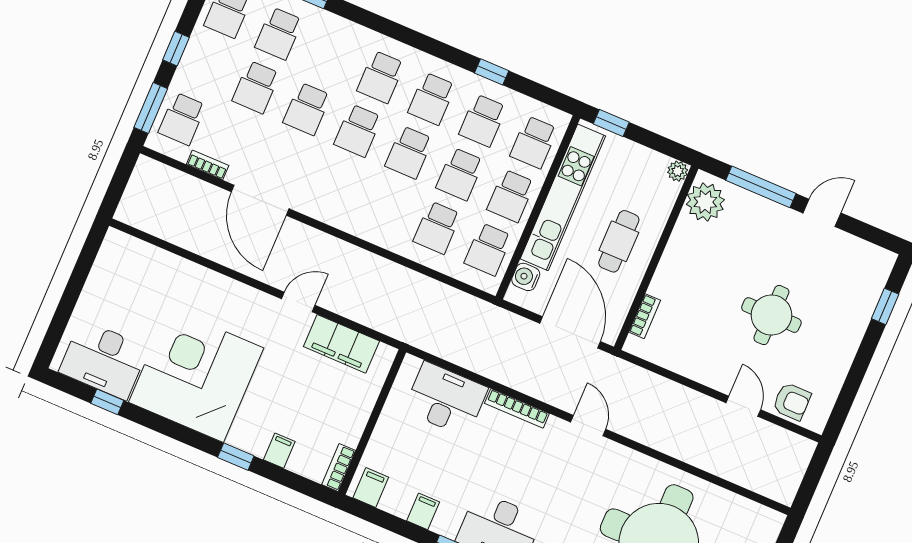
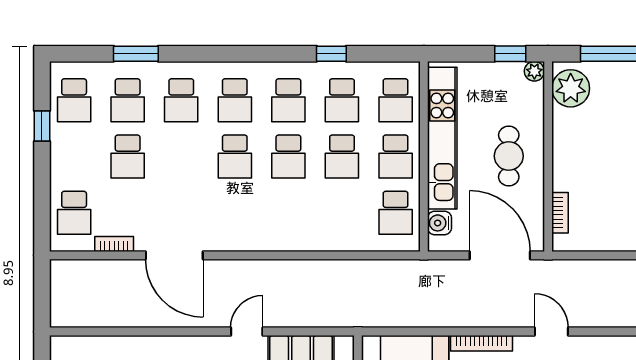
window: (176, 49) -> (42, 126), moved
window: (151, 108) -> (42, 215), removed
school desk: (307, 109) -> (181, 100), moved
window: (611, 123) -> (510, 54), moved
school desk: (437, 228) -> (342, 213), removed

